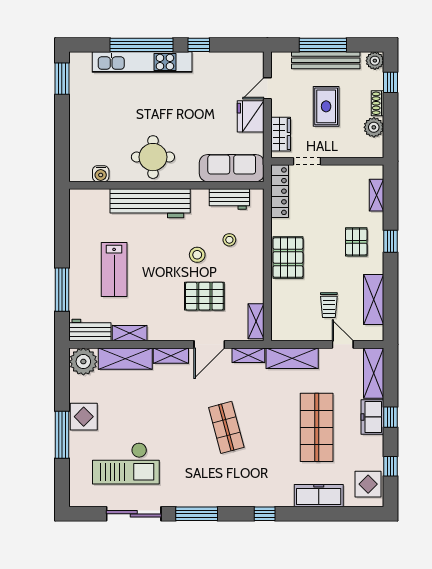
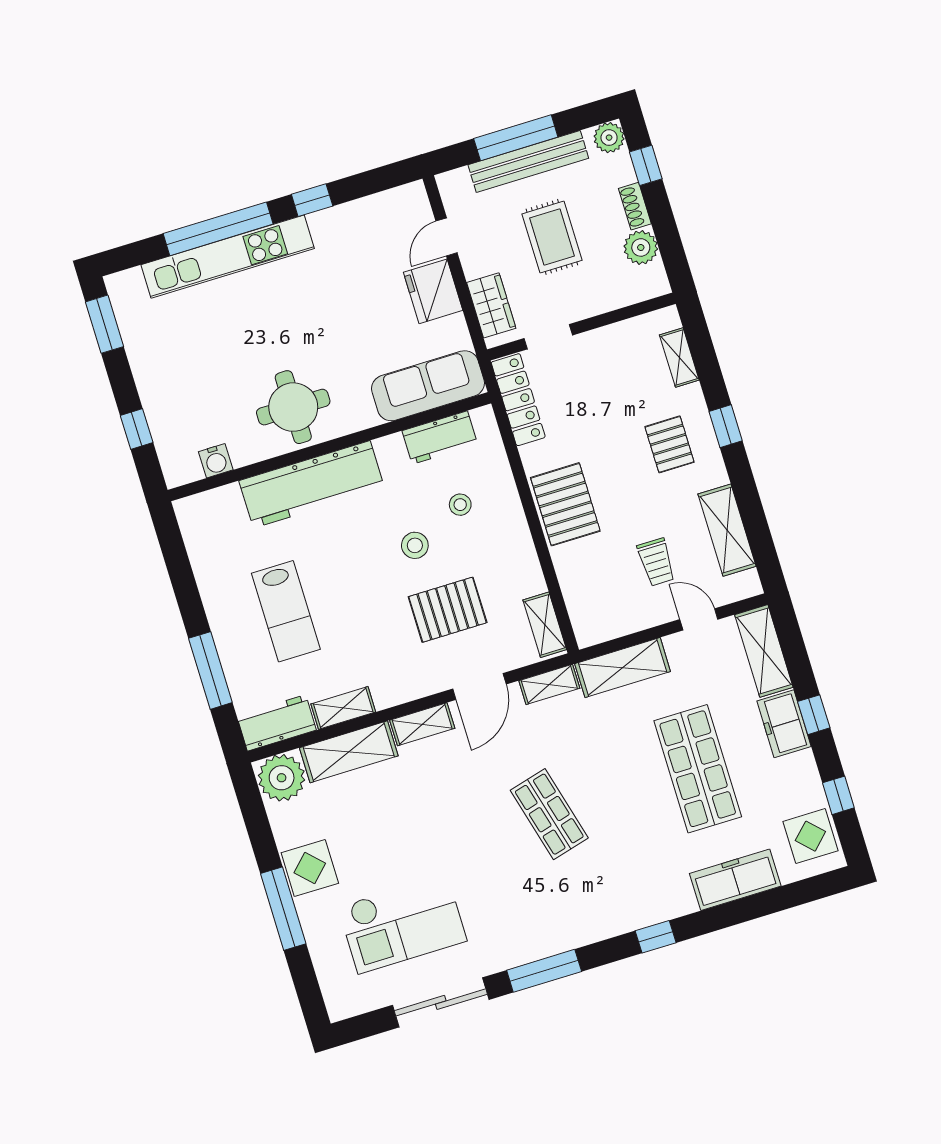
window: (62, 143) -> (137, 429), added

